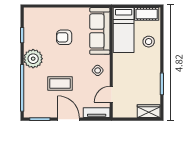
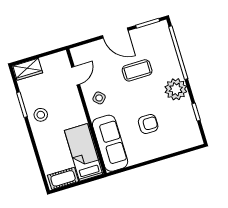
stool: (149, 42) -> (41, 115), moved
tv unit: (97, 113) -> (86, 50), removed

